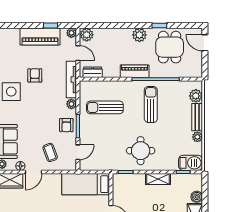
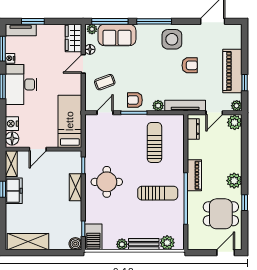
door: (78, 152) -> (105, 113), swing flipped
door: (33, 172) -> (83, 64), hinge flipped
shelving: (158, 179) -> (75, 187), moved
boiler: (197, 197) -> (75, 244), moved

